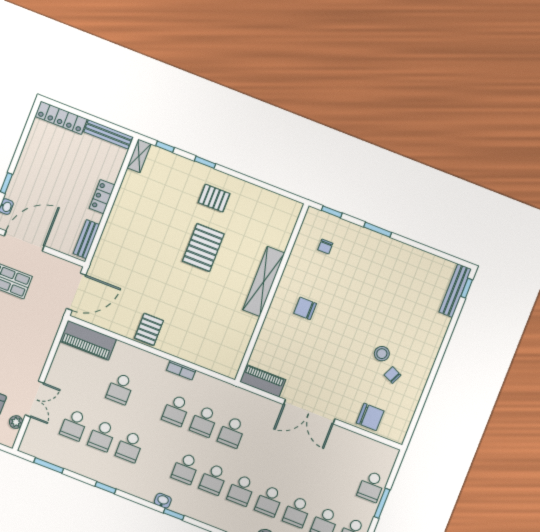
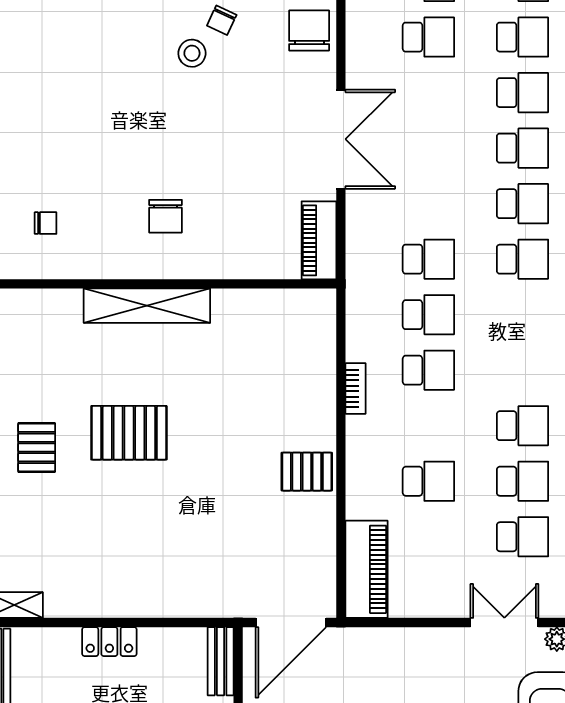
bench: (86, 239) -> (221, 661), moved, turned 90
door: (76, 292) -> (291, 623), swing flipped
school desk: (186, 468) -> (428, 37), moved

